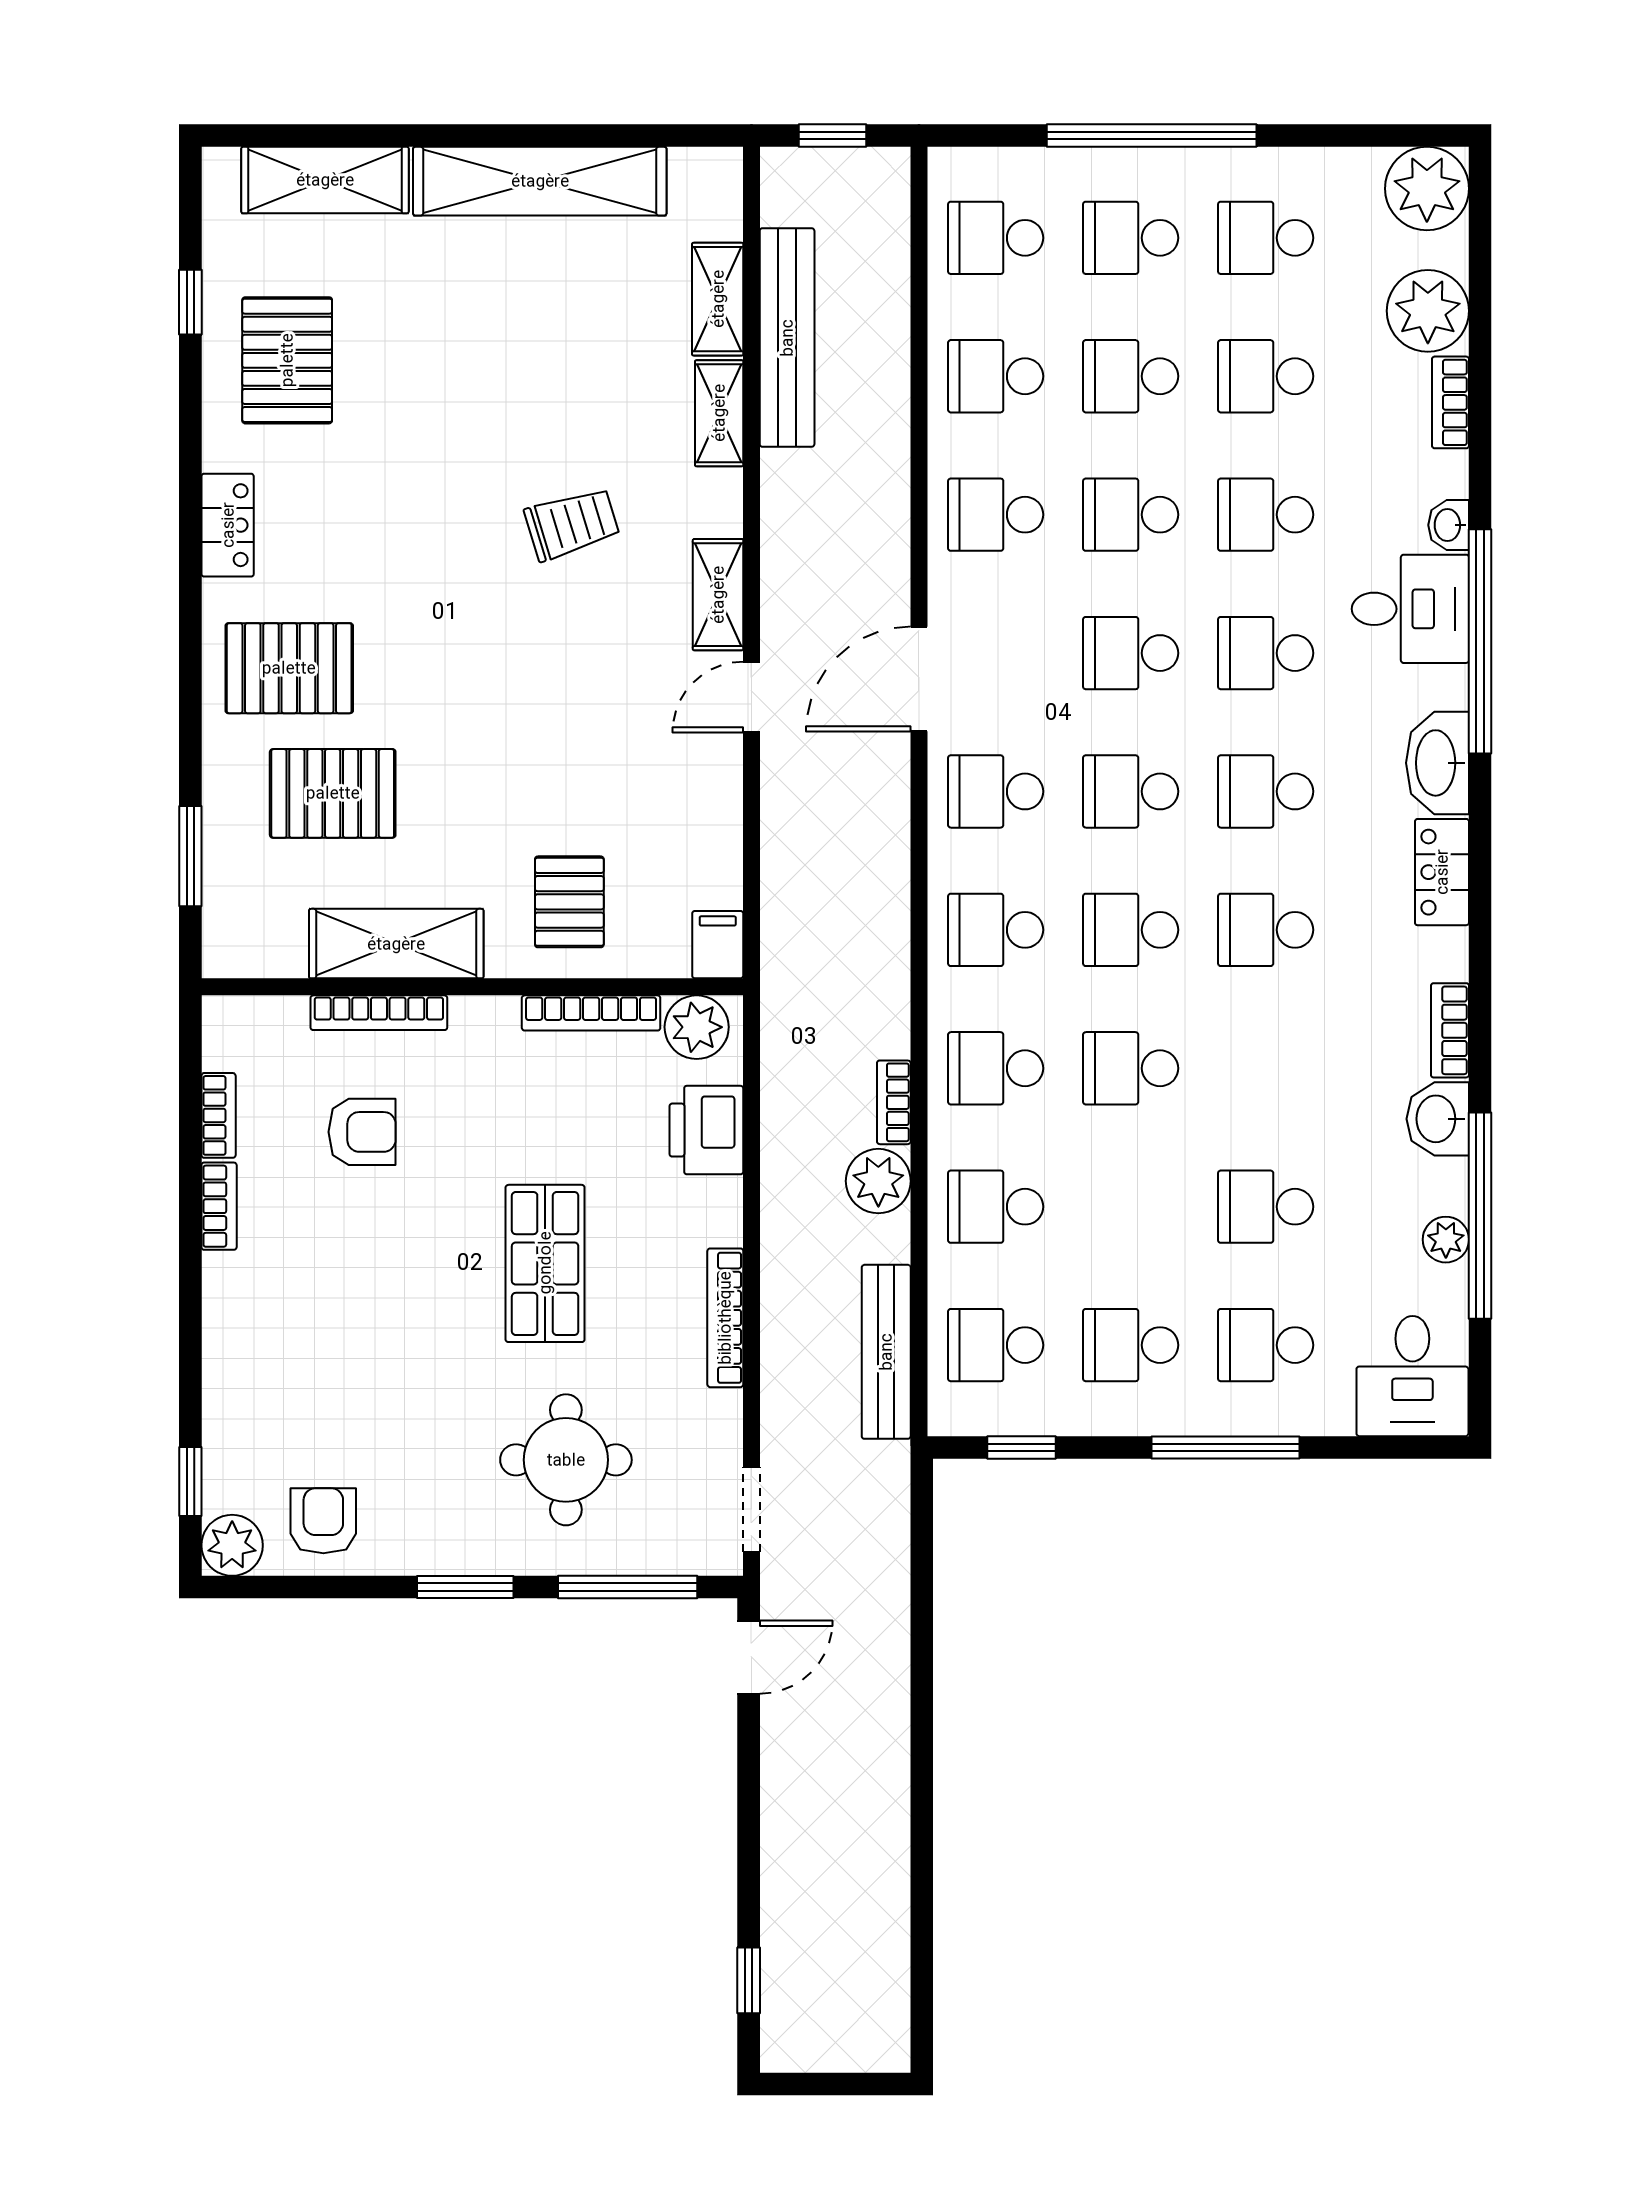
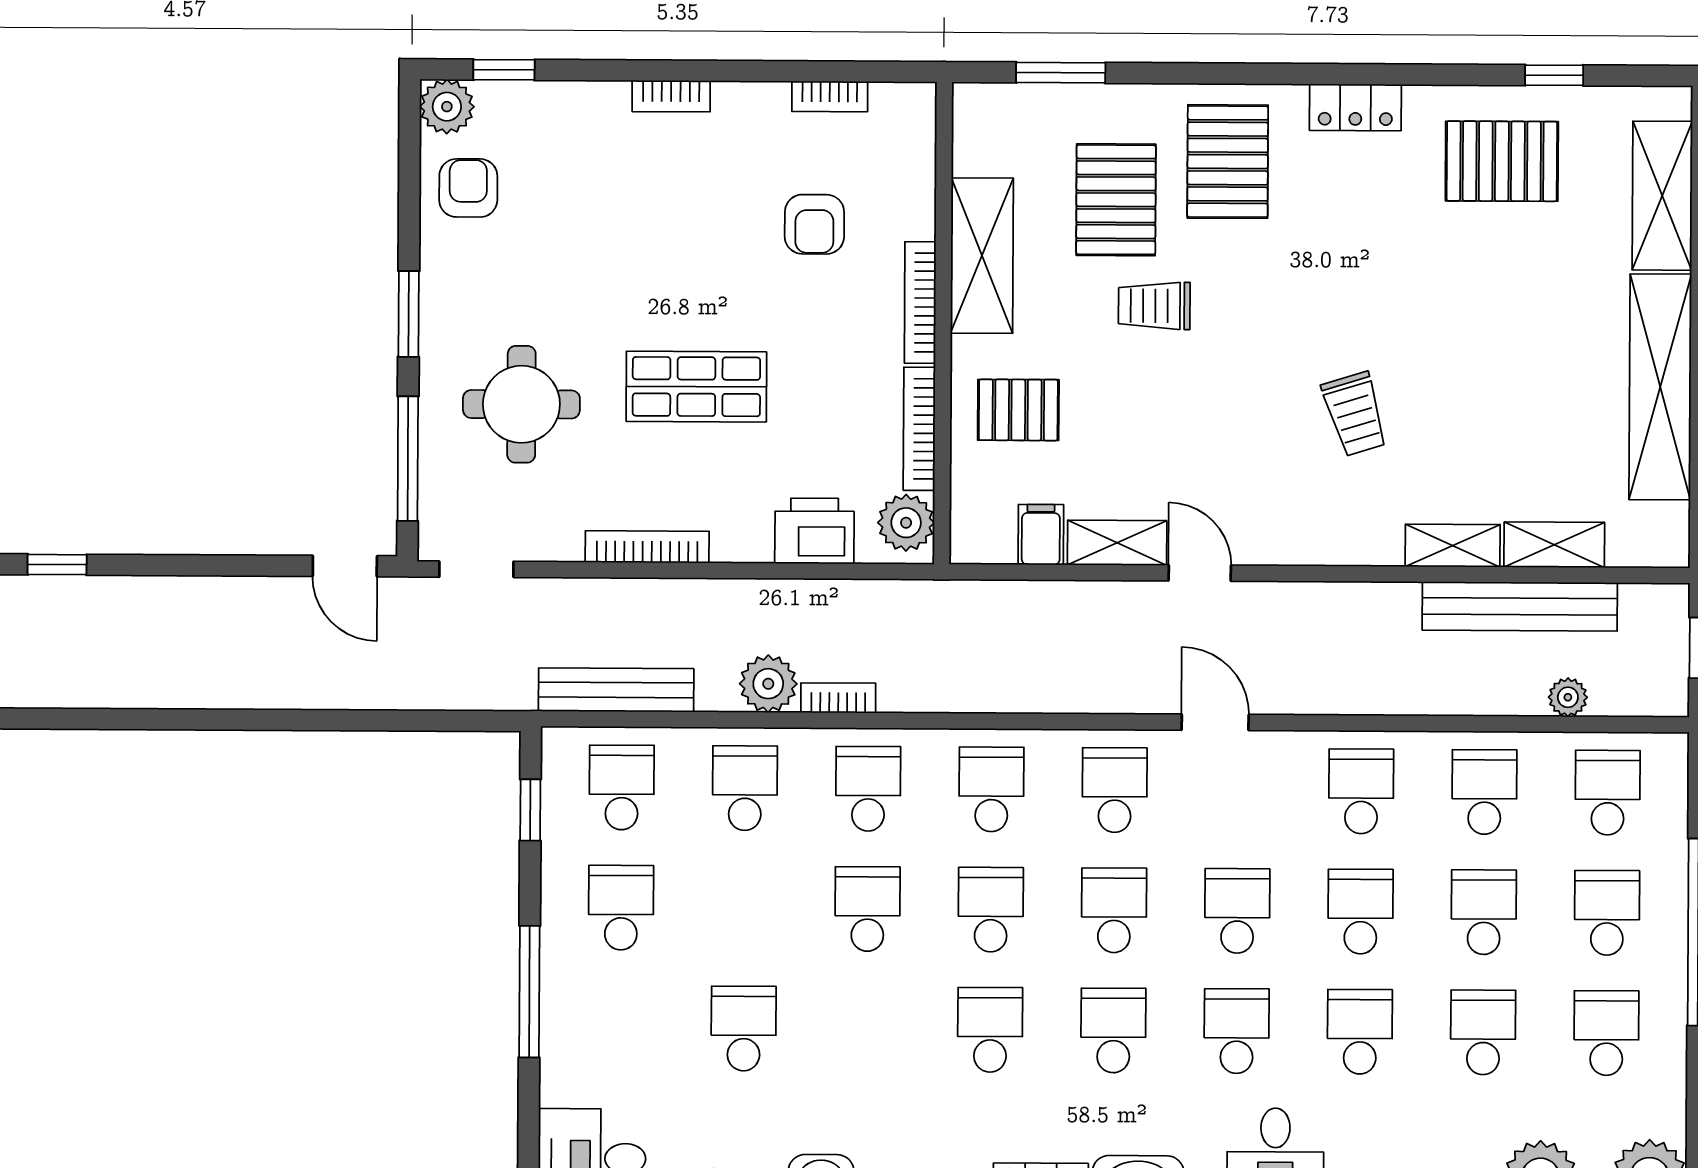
plant: (889, 283) -> (1568, 697), added
shelving: (718, 595) -> (1117, 543), moved
door: (919, 679) -> (1215, 722), width x0.73
trolley: (452, 750) -> (1154, 306), added
filing cabinet: (718, 945) -> (1041, 535), moved, turned -90
bookcase: (379, 1013) -> (920, 302), moved
bookcase: (219, 1206) -> (671, 96), moved
school desk: (1266, 1345) -> (620, 1028), removed
armchair: (323, 1521) -> (468, 188), turned -90

